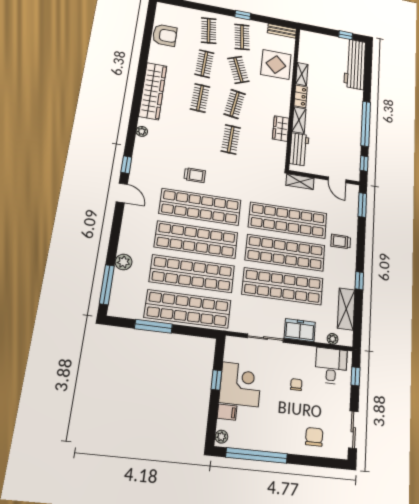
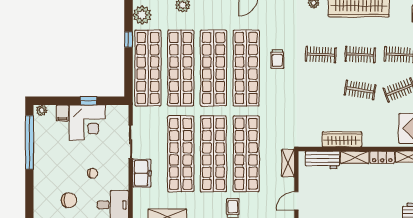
wardrobe: (281, 129) -> (342, 139), width x1.50
clothes rail: (231, 139) -> (321, 55), moved
window: (153, 326) -> (129, 40), width x0.46
plant: (333, 339) -> (142, 15), moved, width x1.87, depth x1.87
chair: (314, 437) -> (69, 200), moved

